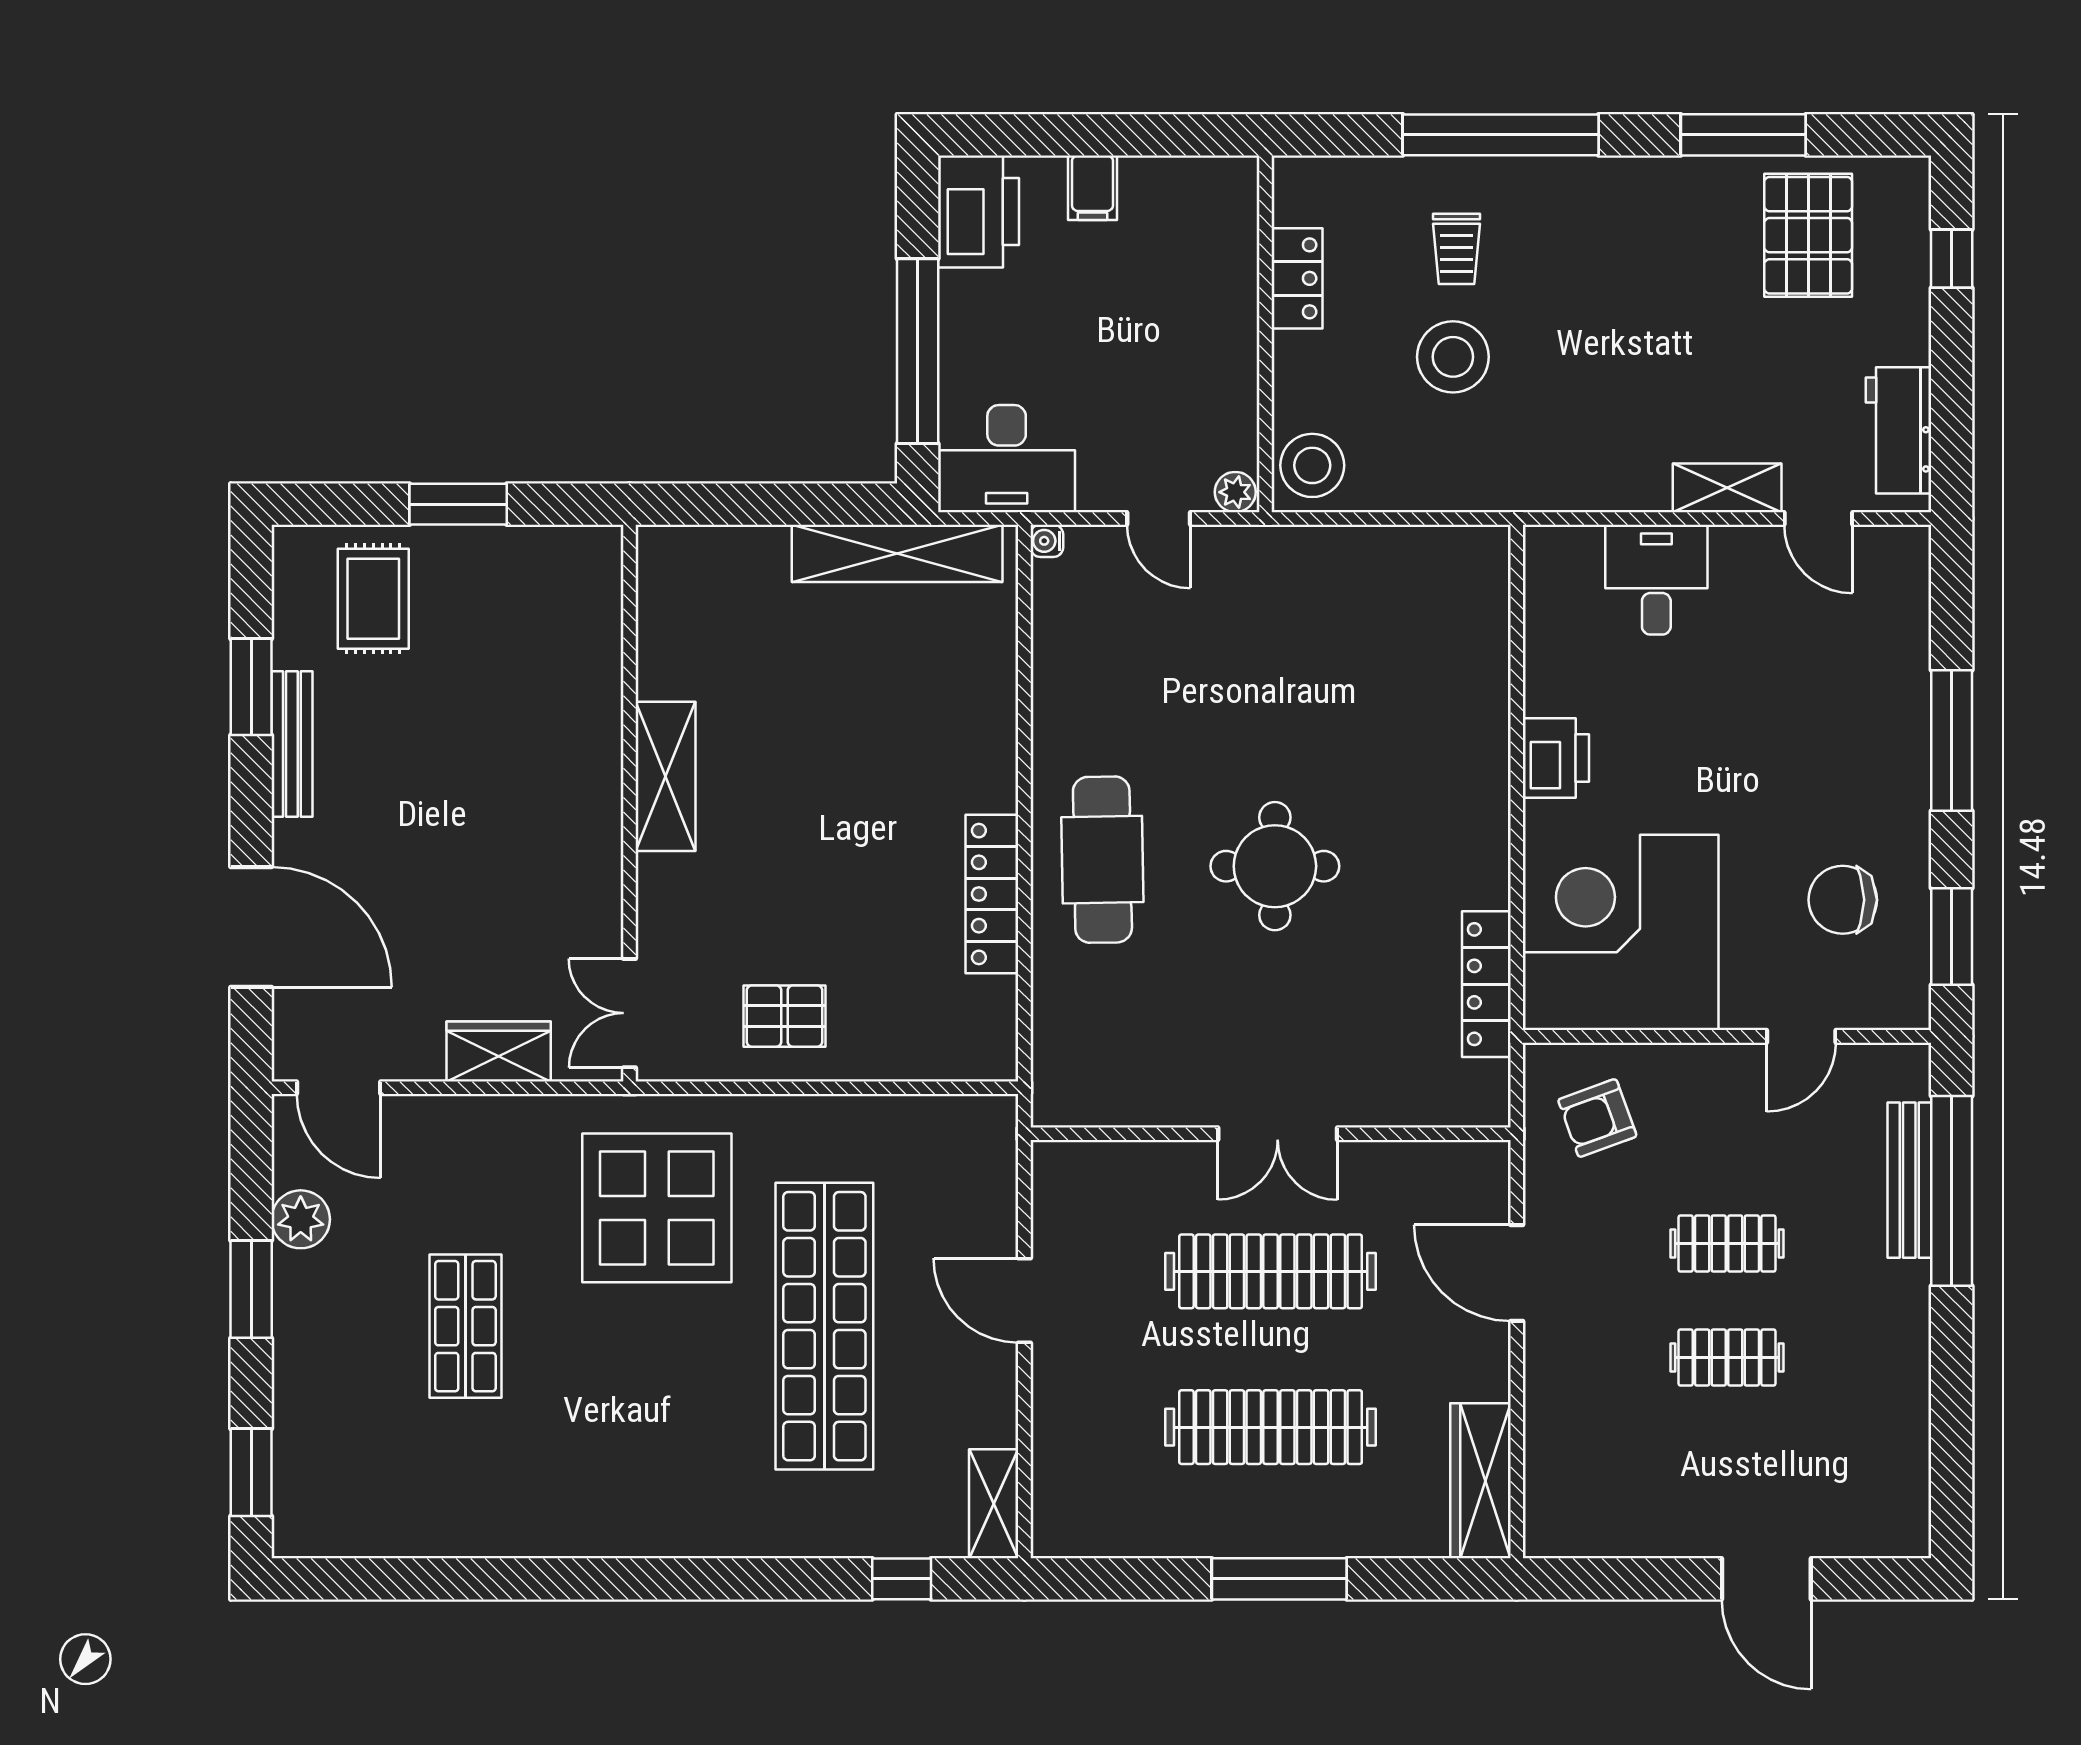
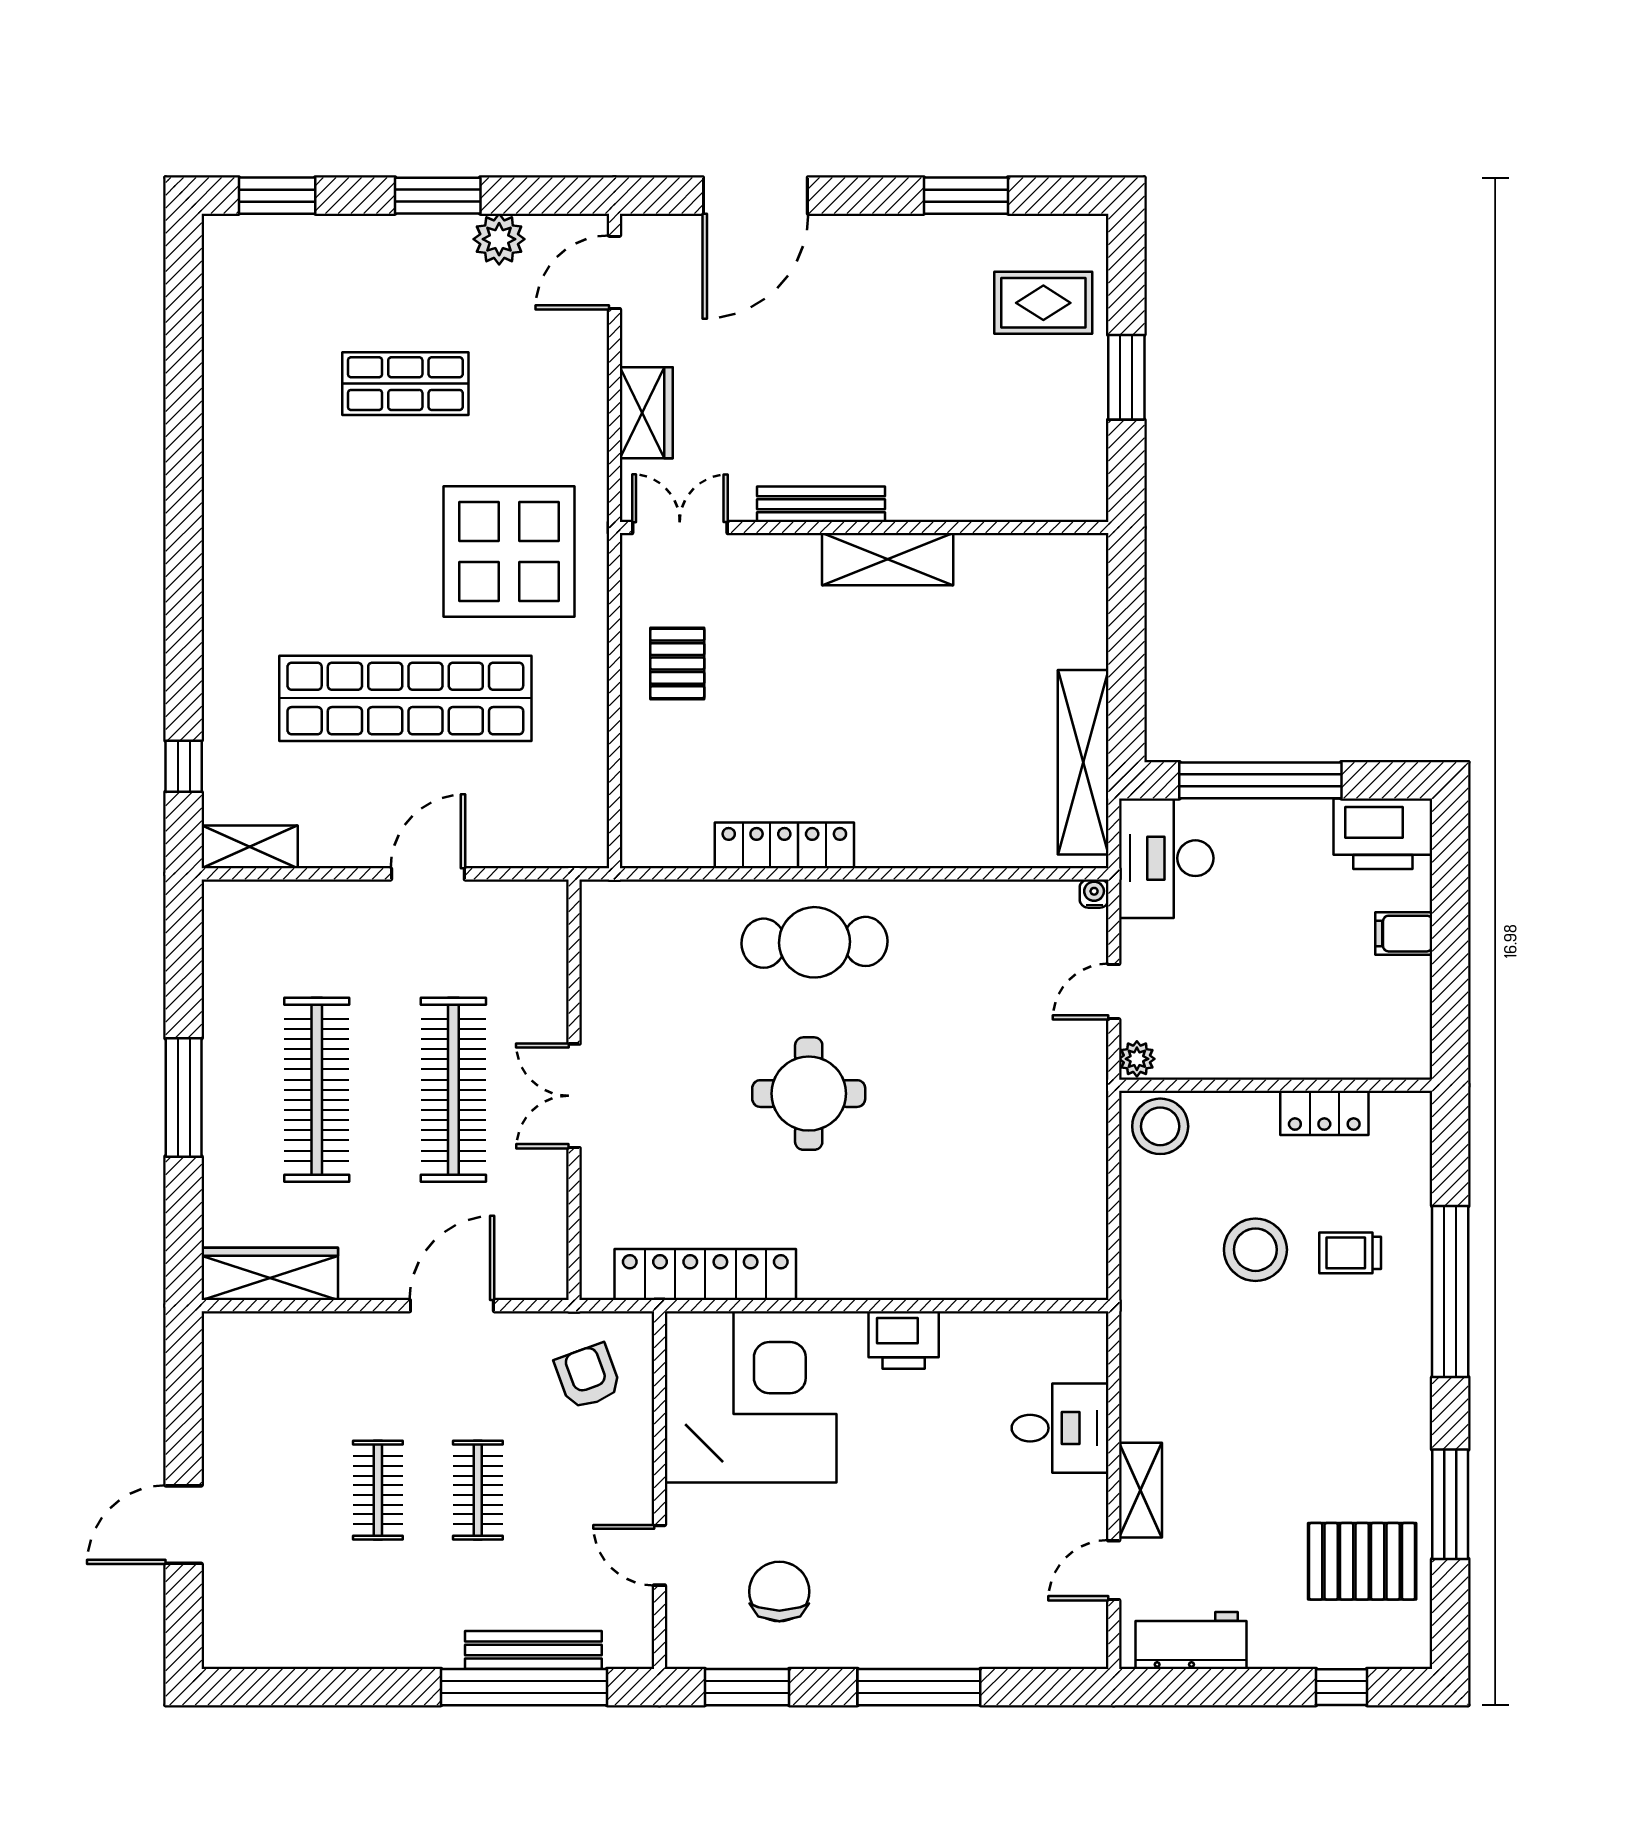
bench: (292, 744) -> (821, 504), moved
locker: (1486, 984) -> (705, 1275), width x1.41, depth x1.21

